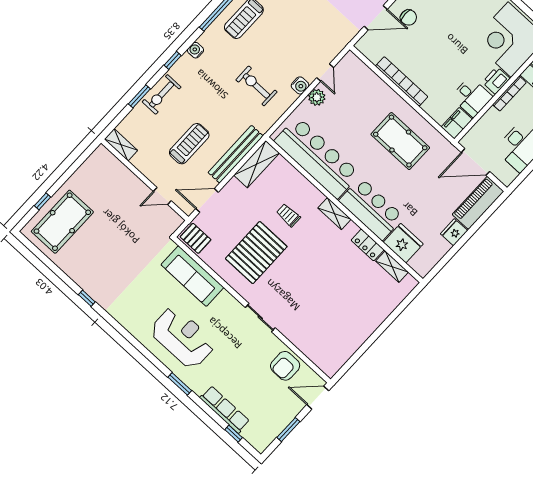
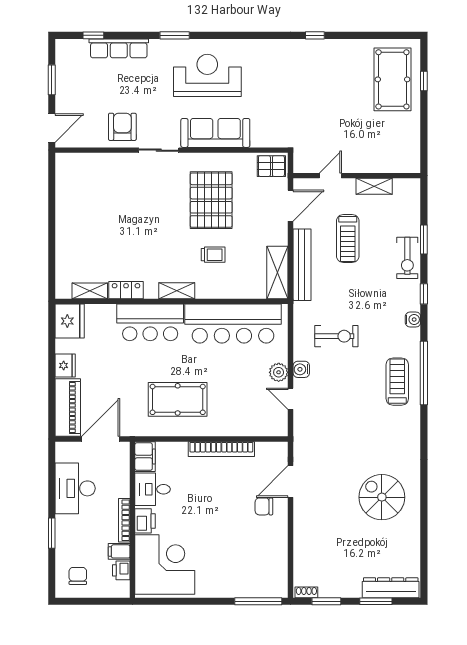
exercise bike: (162, 94) -> (407, 258), turned 180
shelving: (121, 145) -> (374, 186), moved
fridge: (403, 243) -> (70, 321), moved, turned -90
sofa: (192, 276) -> (215, 133), moved
reception desk: (183, 337) -> (207, 75), turned 180
armchair: (285, 366) -> (122, 127), moved

